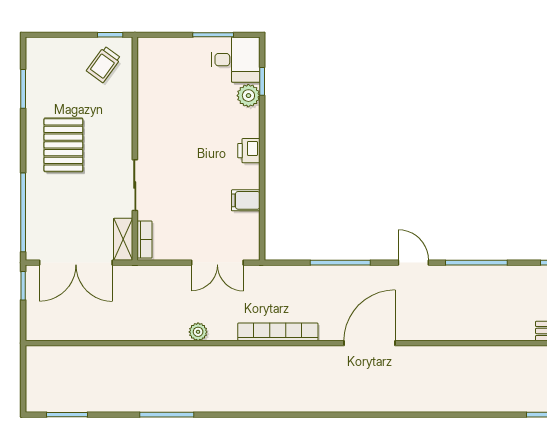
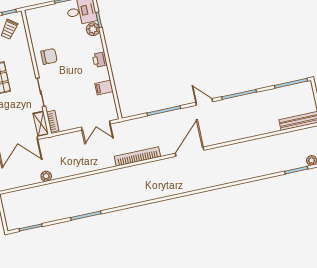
chair: (162, 126) -> (49, 56), added
plant: (198, 332) -> (46, 176), moved

